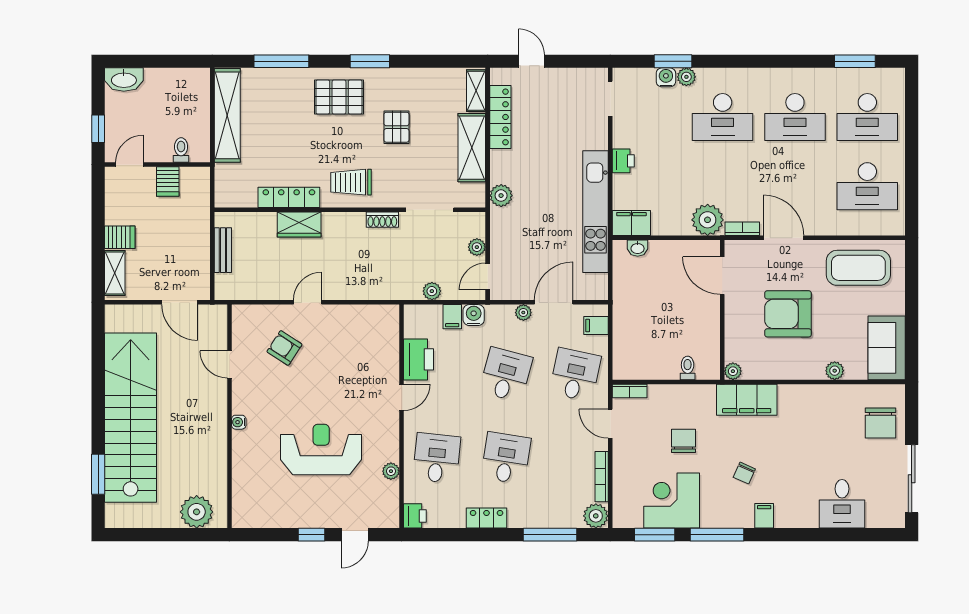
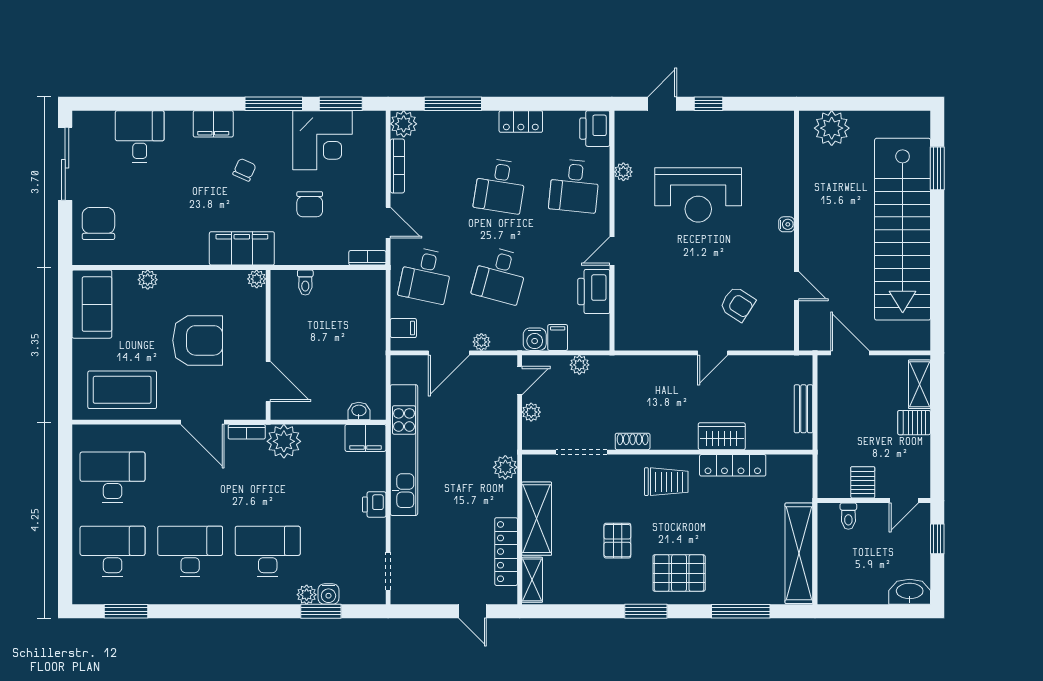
printer: (415, 516) -> (595, 129), width x1.36, depth x1.24
filing cabinet: (764, 516) -> (213, 124), width x2.00

